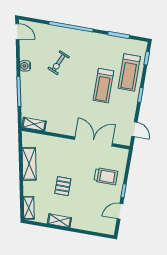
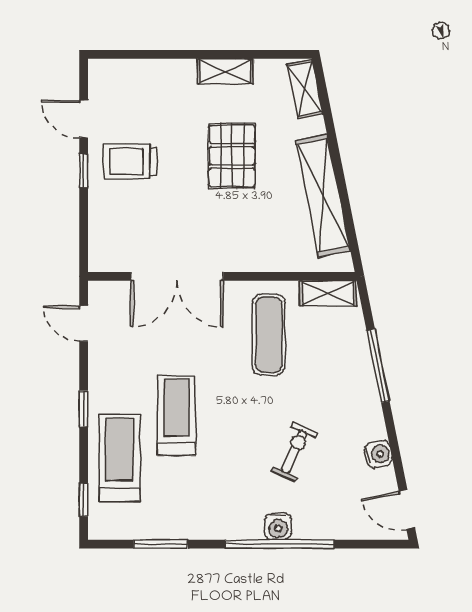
water cooler: (70, 34) -> (278, 526), added
water cooler: (25, 66) -> (378, 454), moved
exercise mat: (61, 112) -> (269, 335), added
shelving: (29, 164) -> (323, 196), width x1.47
trolley: (106, 176) -> (130, 162), moved
pallet: (63, 186) -> (232, 156), width x1.50, depth x1.42
door: (120, 211) -> (84, 119), swing flipped

